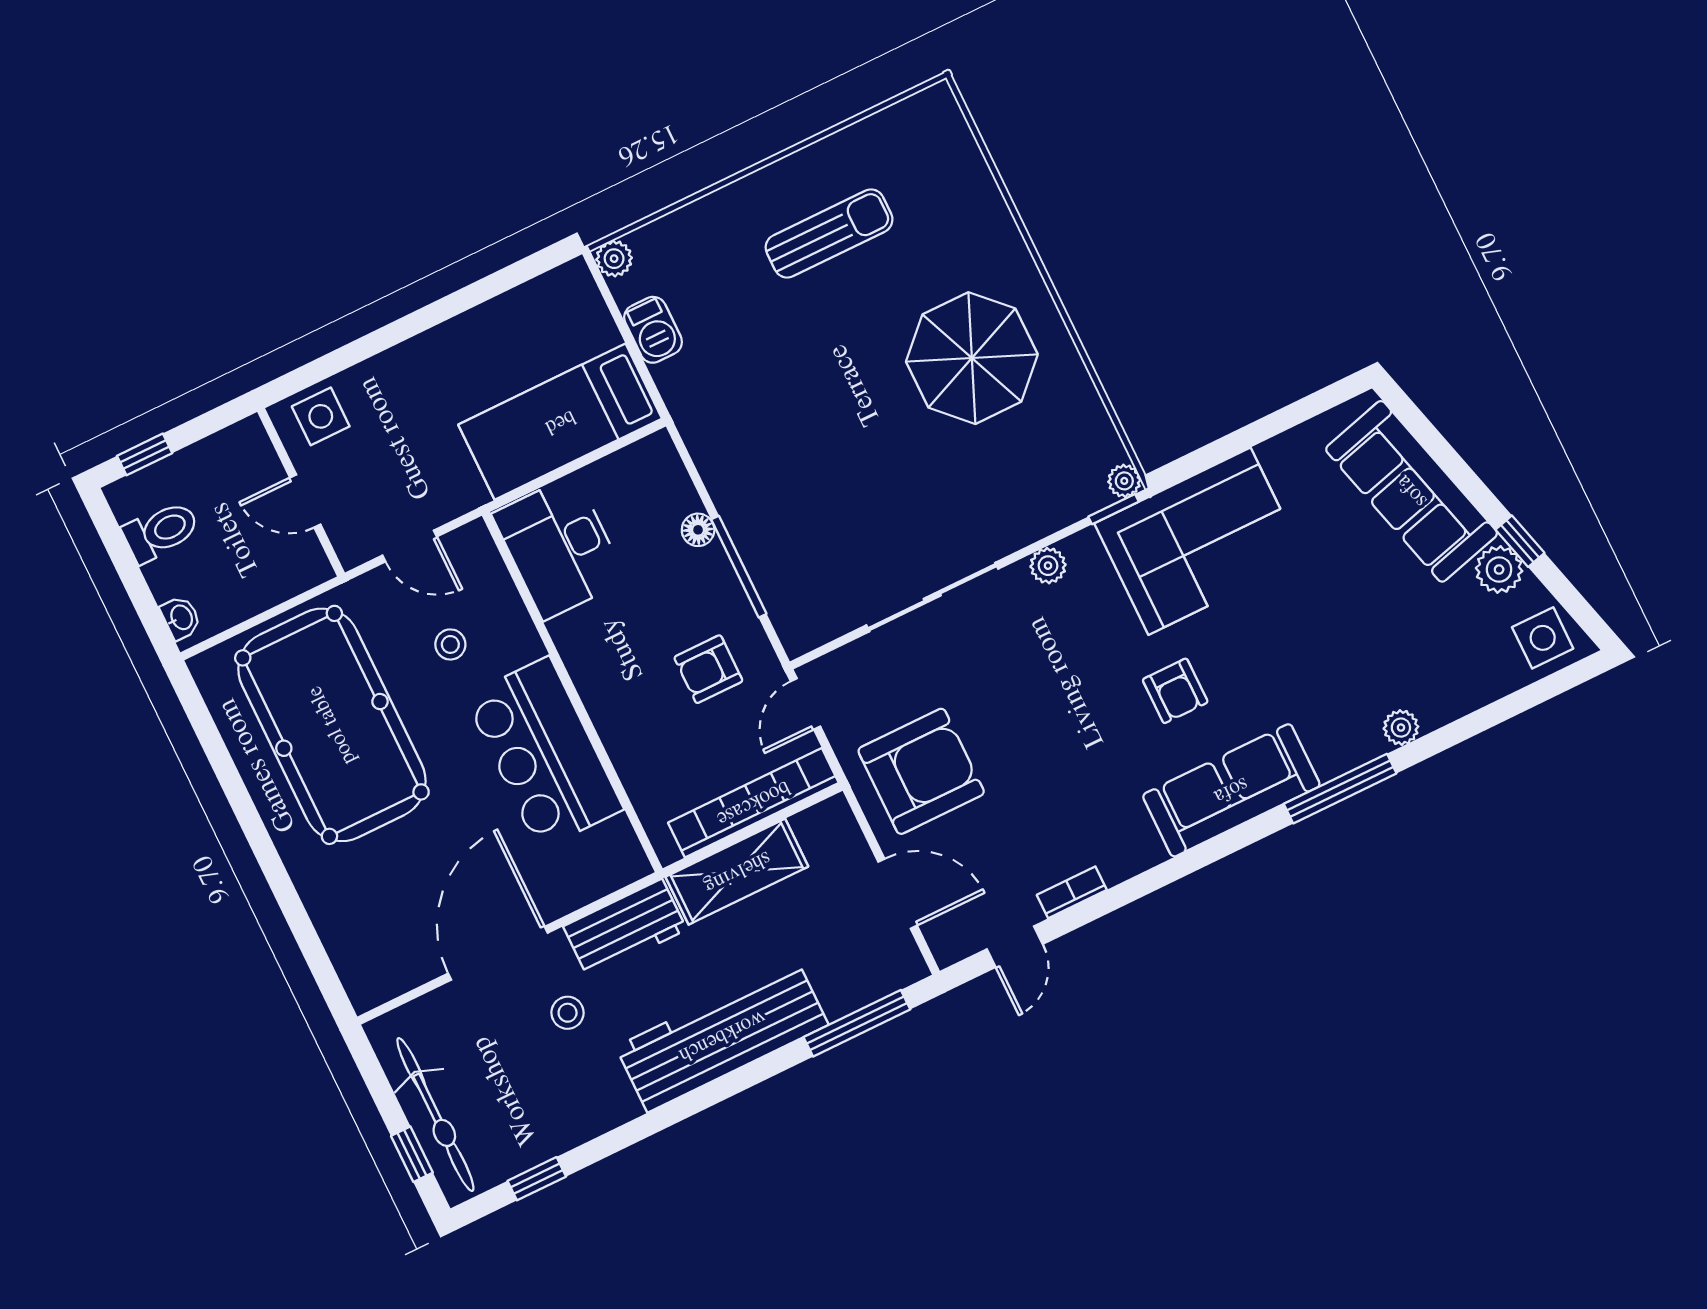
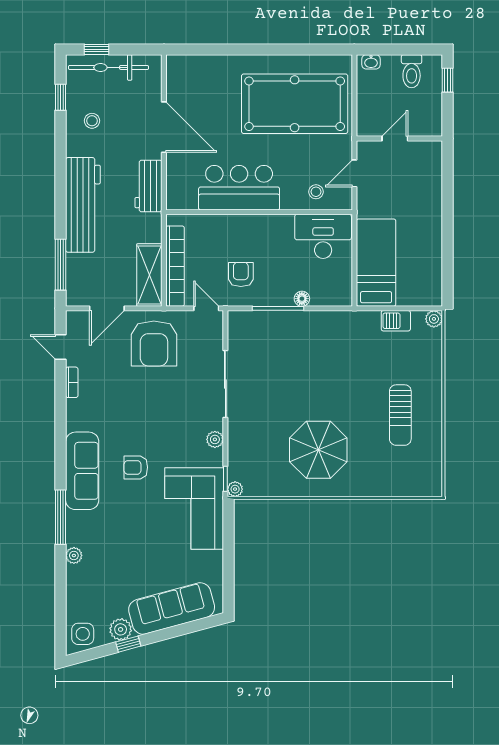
side table: (321, 416) -> (427, 162), removed
stool: (450, 644) -> (316, 192), moved
shelving: (737, 872) -> (149, 275), moved
stool: (568, 1013) -> (92, 121), moved

